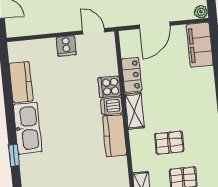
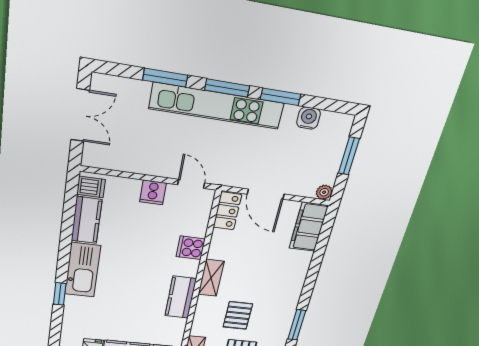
door: (155, 25) -> (266, 194), hinge flipped
locker: (132, 75) -> (227, 211), moved
dishwasher: (112, 106) -> (91, 187), moved, turned 180
pallet: (169, 143) -> (238, 315), turned 90

